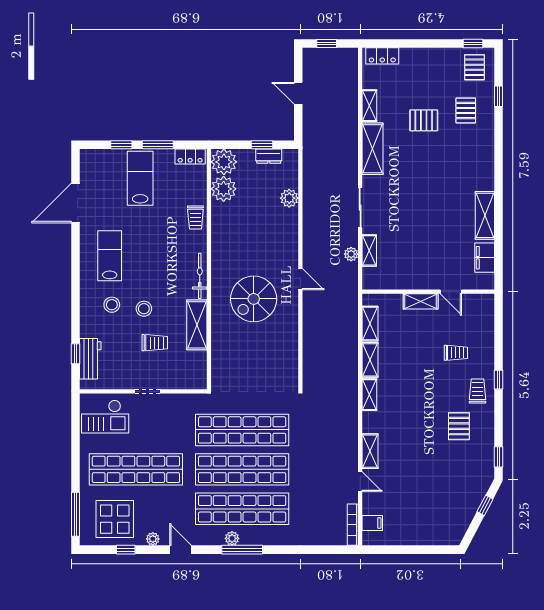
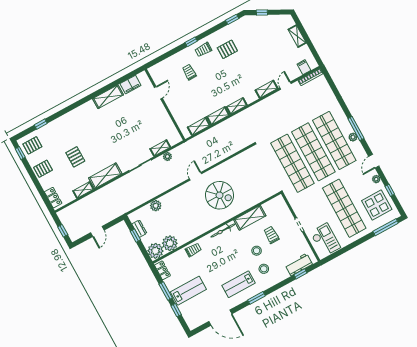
pallet: (466, 110) -> (43, 169), moved
lab bench: (140, 178) -> (188, 291), turned 180
window: (75, 271) -> (256, 298), added
shelving: (421, 301) -> (297, 36), moved

